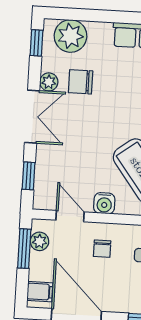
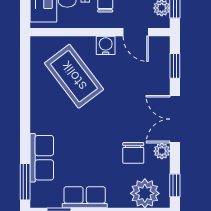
chair: (81, 82) -> (133, 153), turned 90

